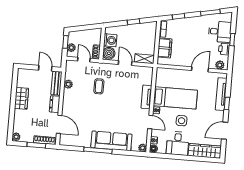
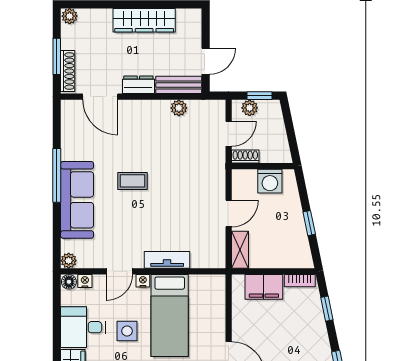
boiler: (109, 53) -> (245, 181), removed
coffee table: (99, 86) -> (132, 181), moved
wardrobe: (21, 98) -> (144, 20), width x1.50
door: (59, 124) -> (100, 97), hinge flipped

